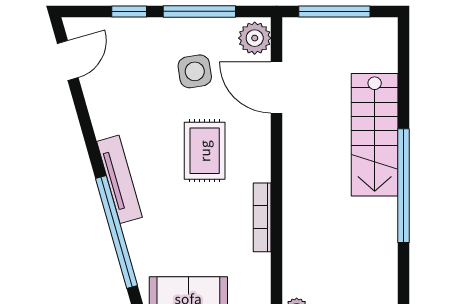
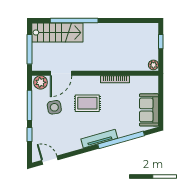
stairs: (375, 135) -> (57, 33), moved
window: (403, 186) -> (74, 21), moved

